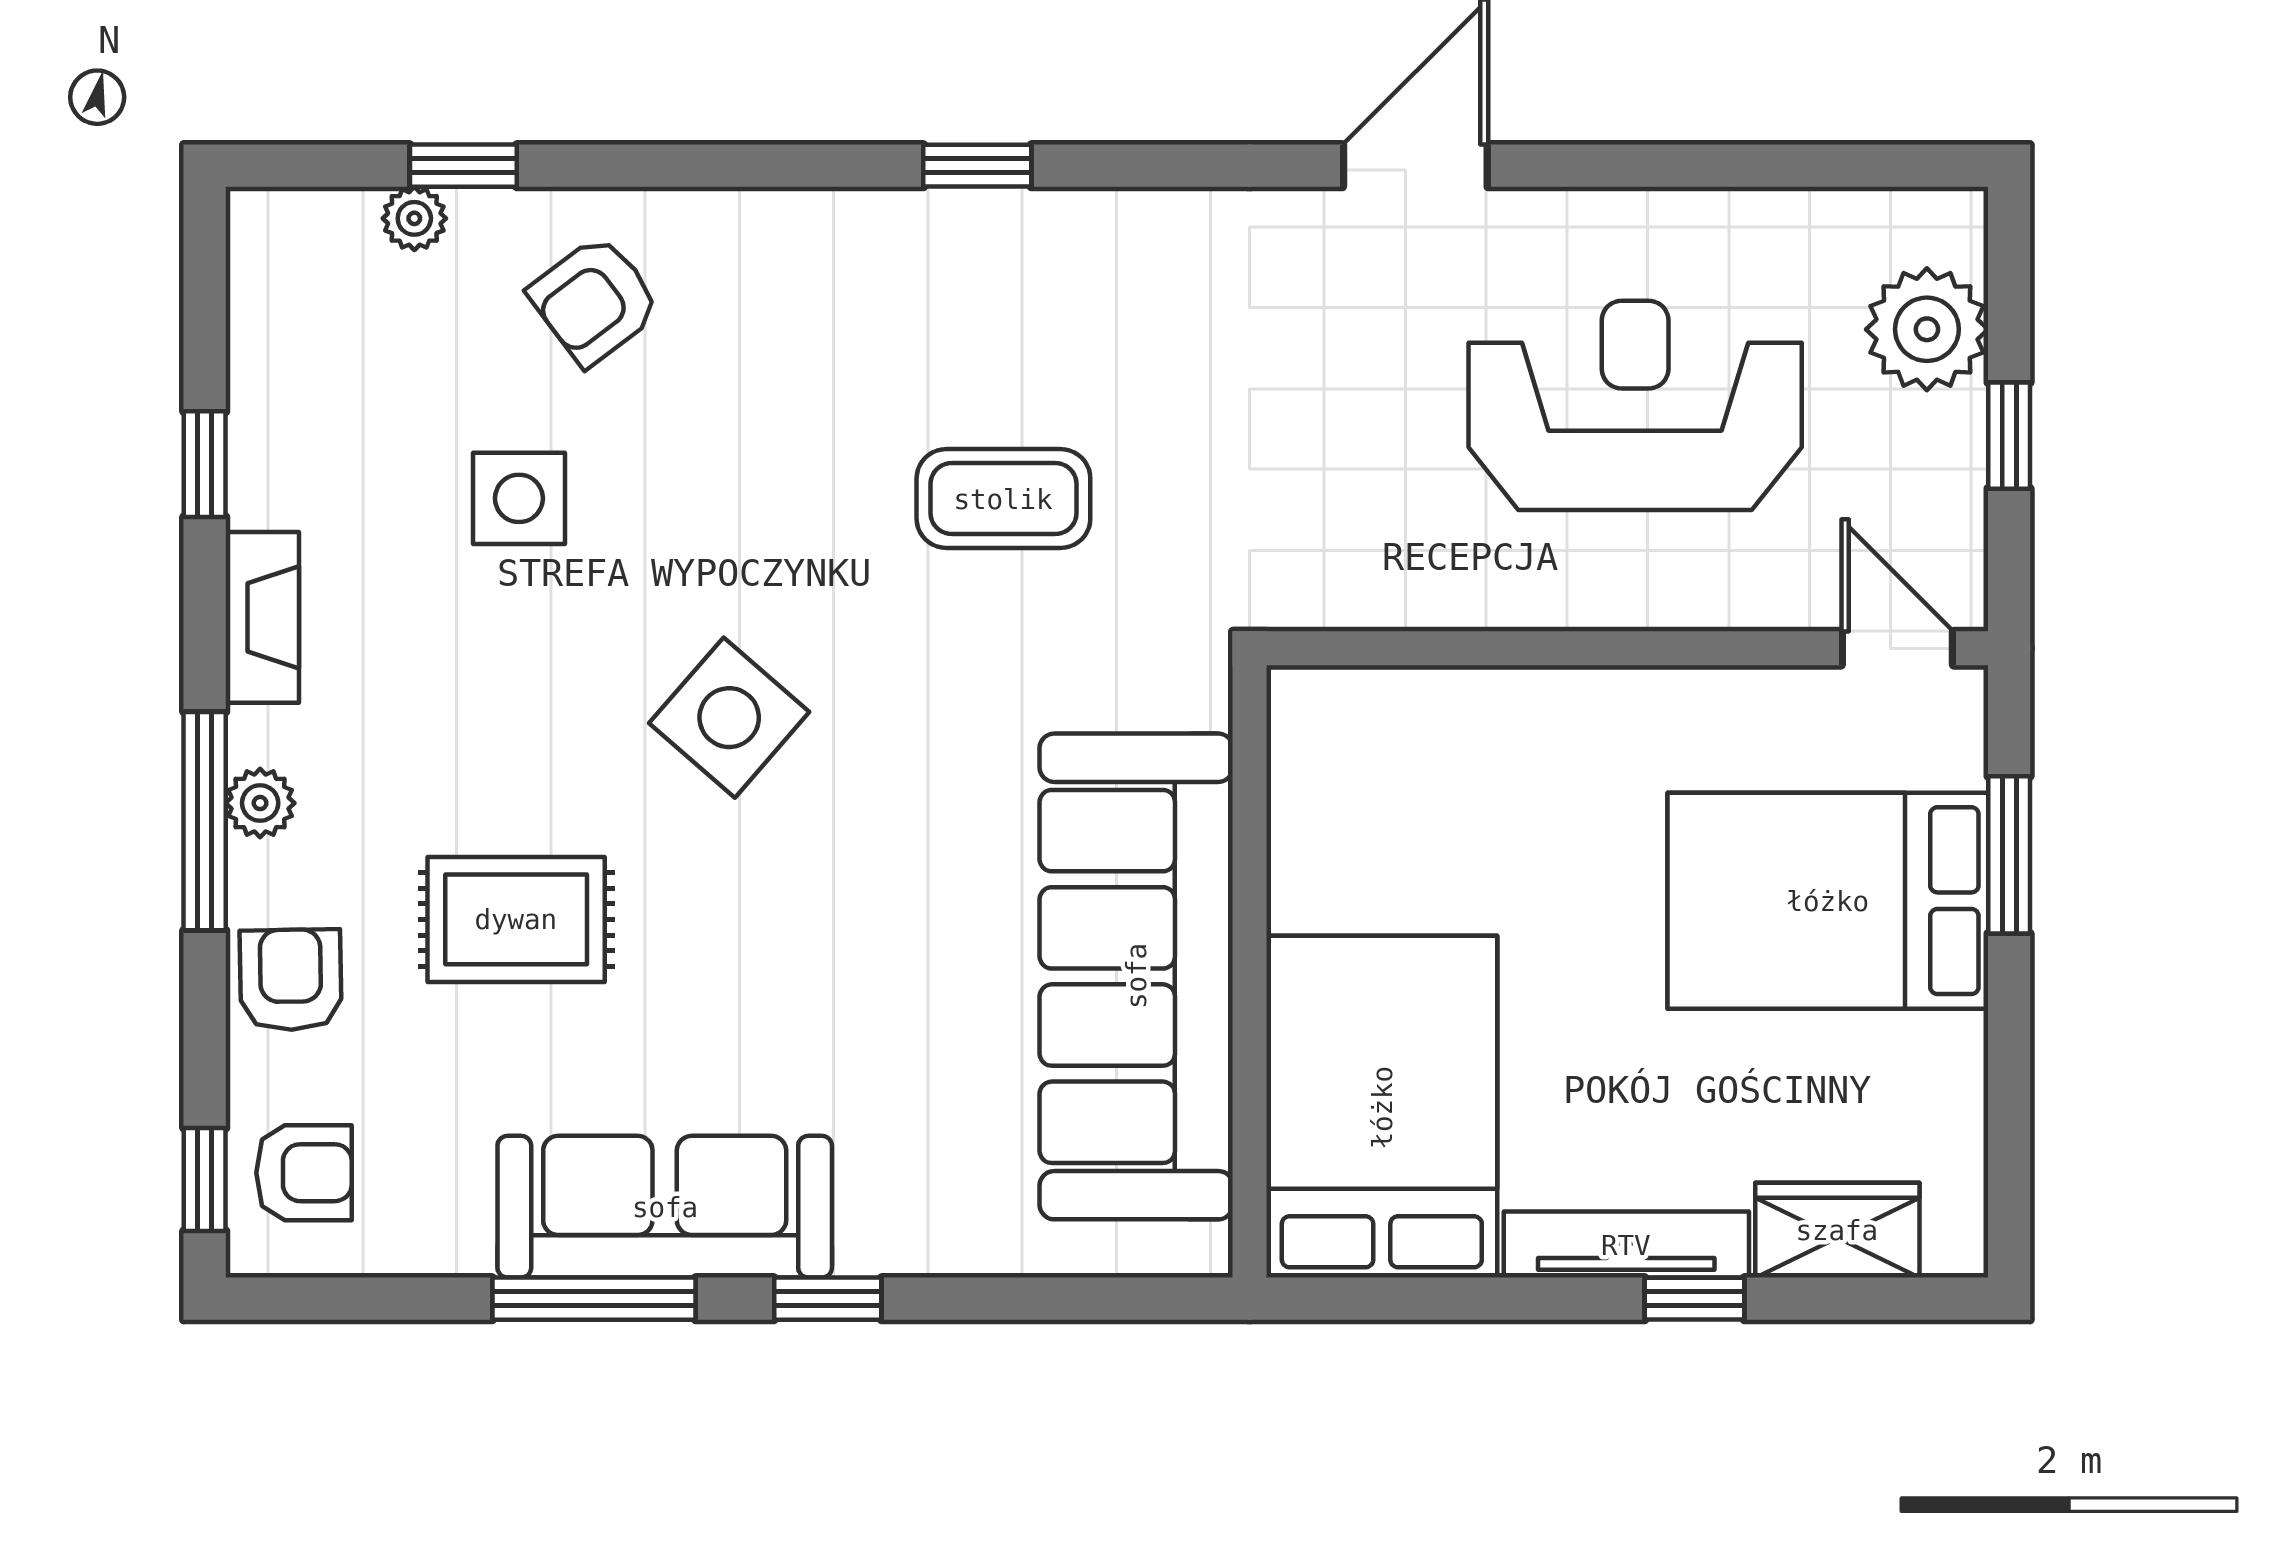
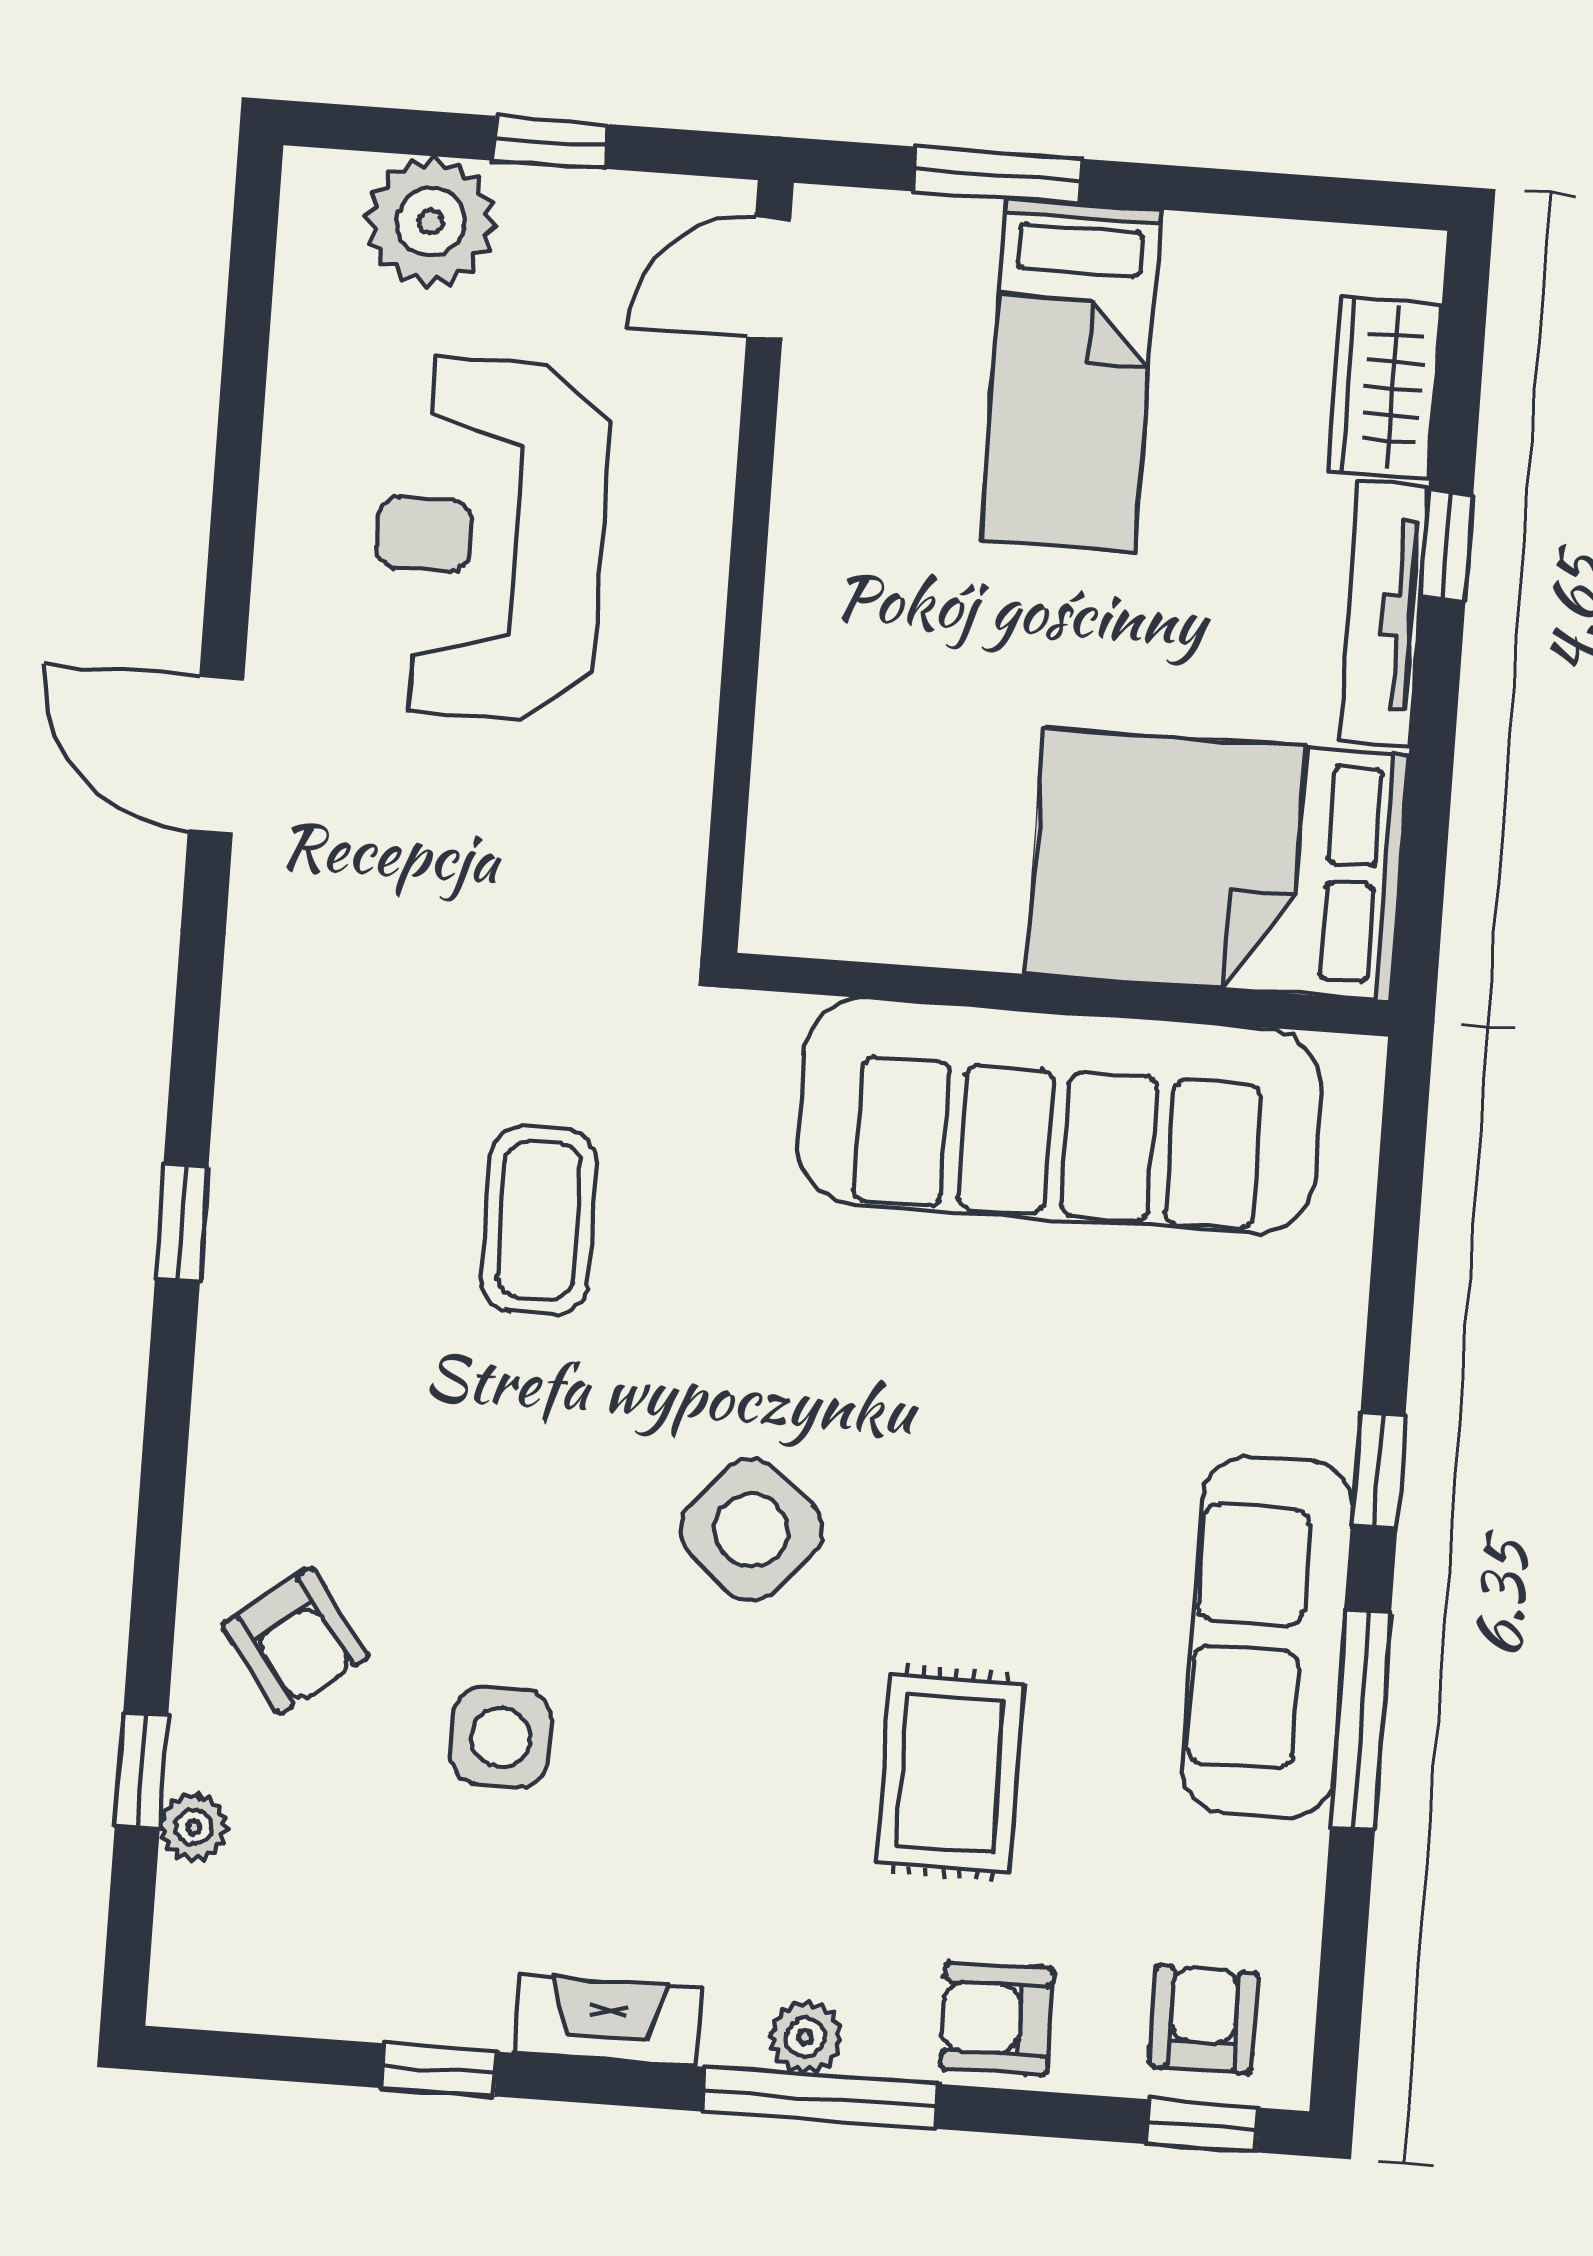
bed: (1828, 901) -> (1071, 375), width x0.67

